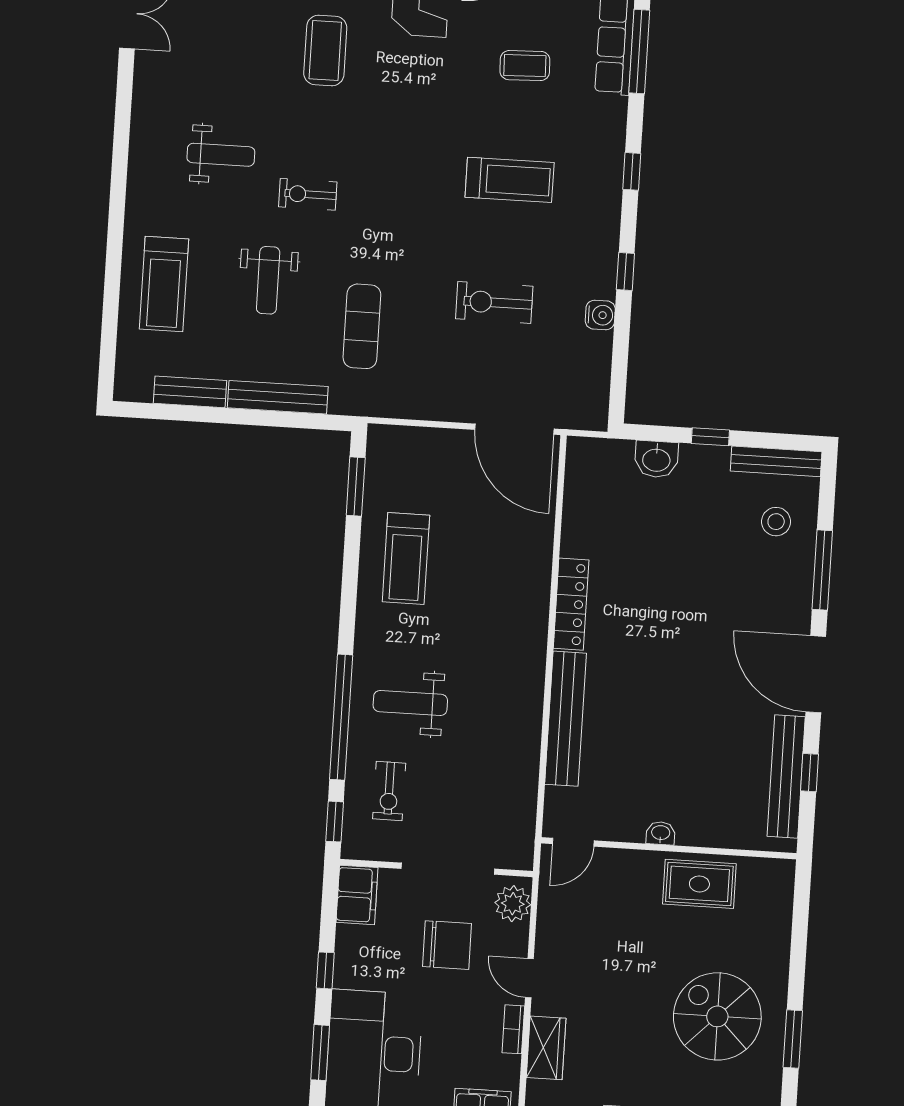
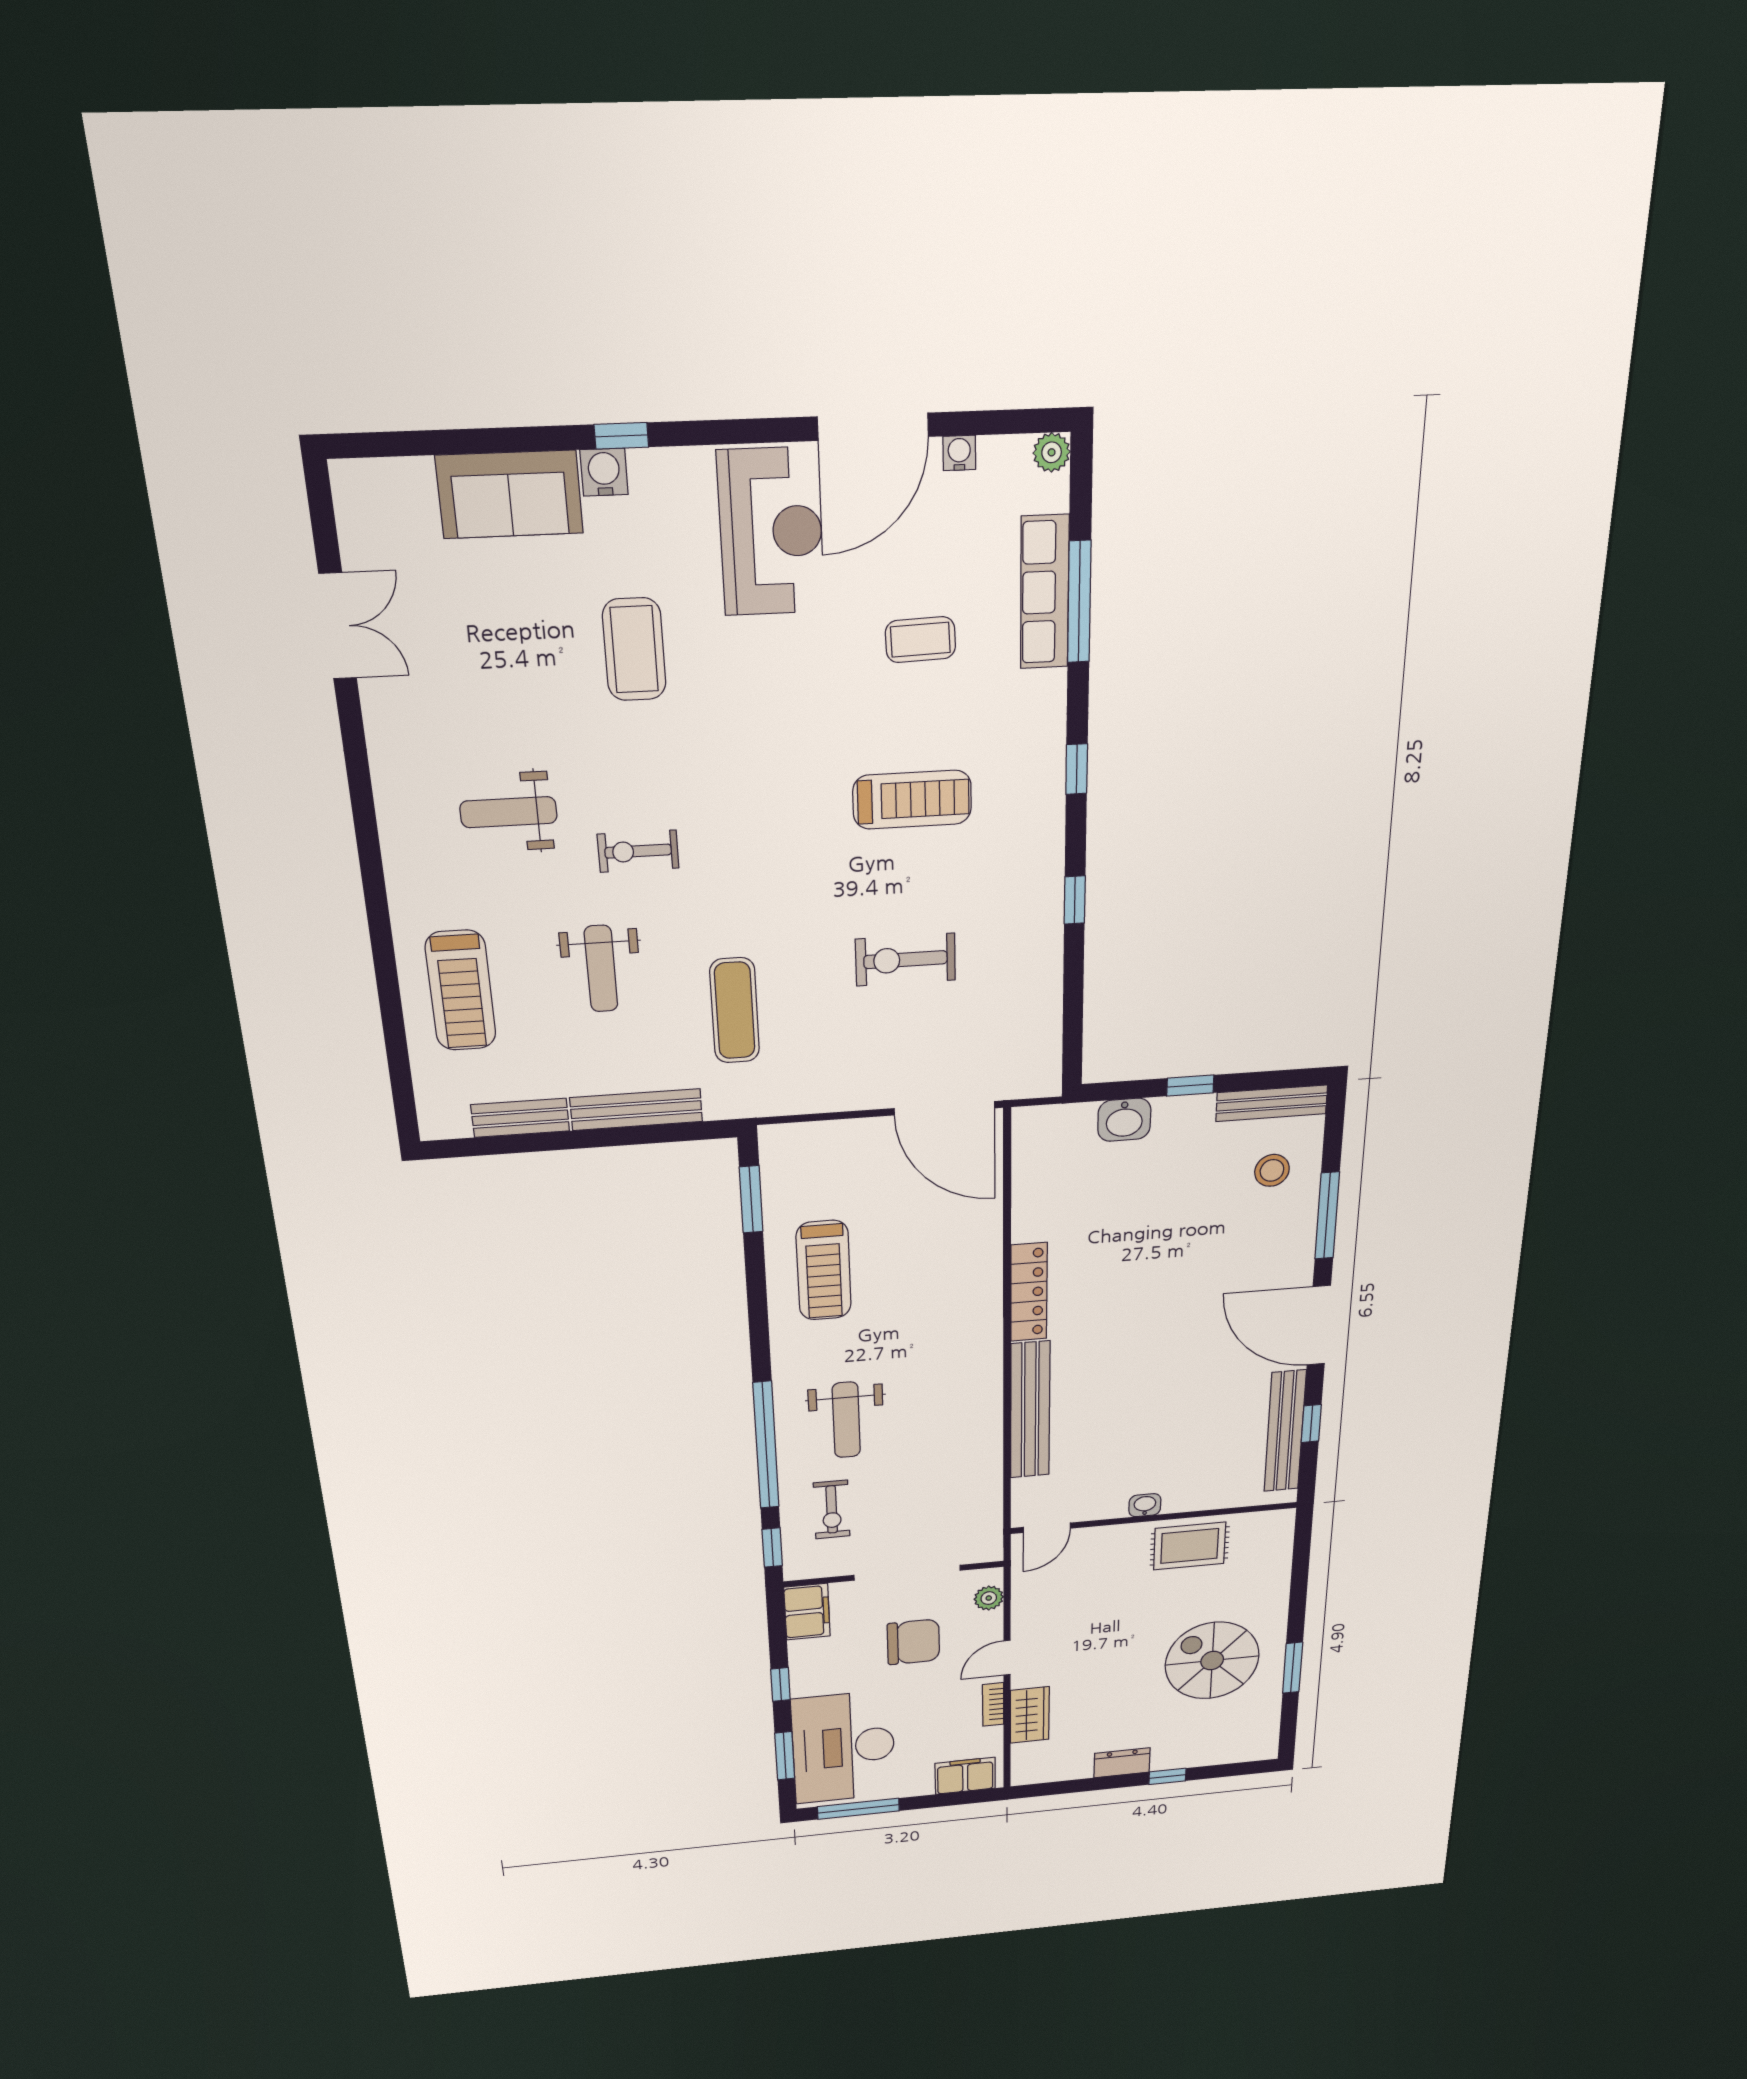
weight bench: (221, 155) -> (509, 812), turned 180
water cooler: (600, 315) -> (1045, 958), removed
weight bench: (410, 703) -> (846, 1420), turned -90
plant: (513, 904) -> (989, 1598), width x0.73, depth x0.73
door: (529, 978) -> (1007, 1658), hinge flipped

